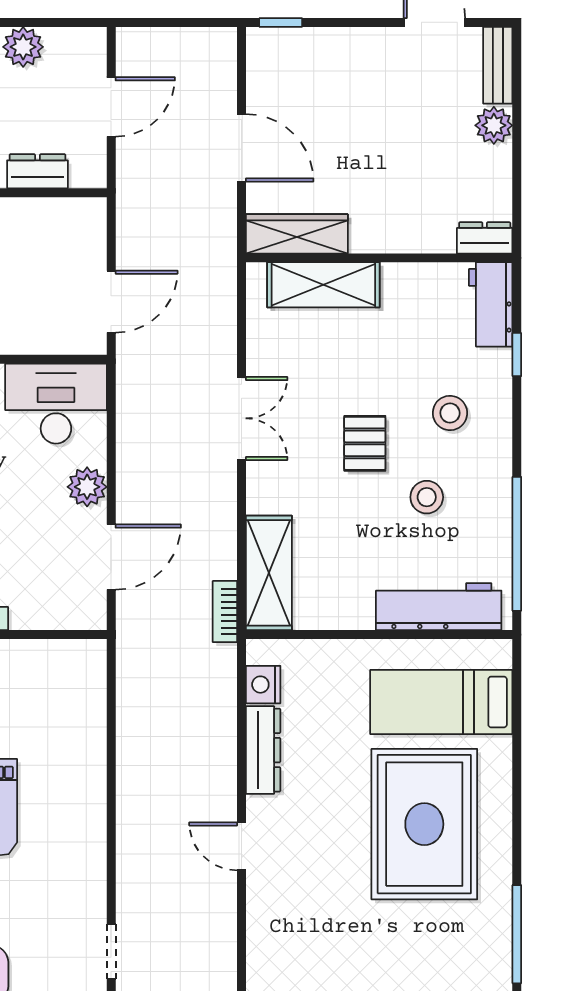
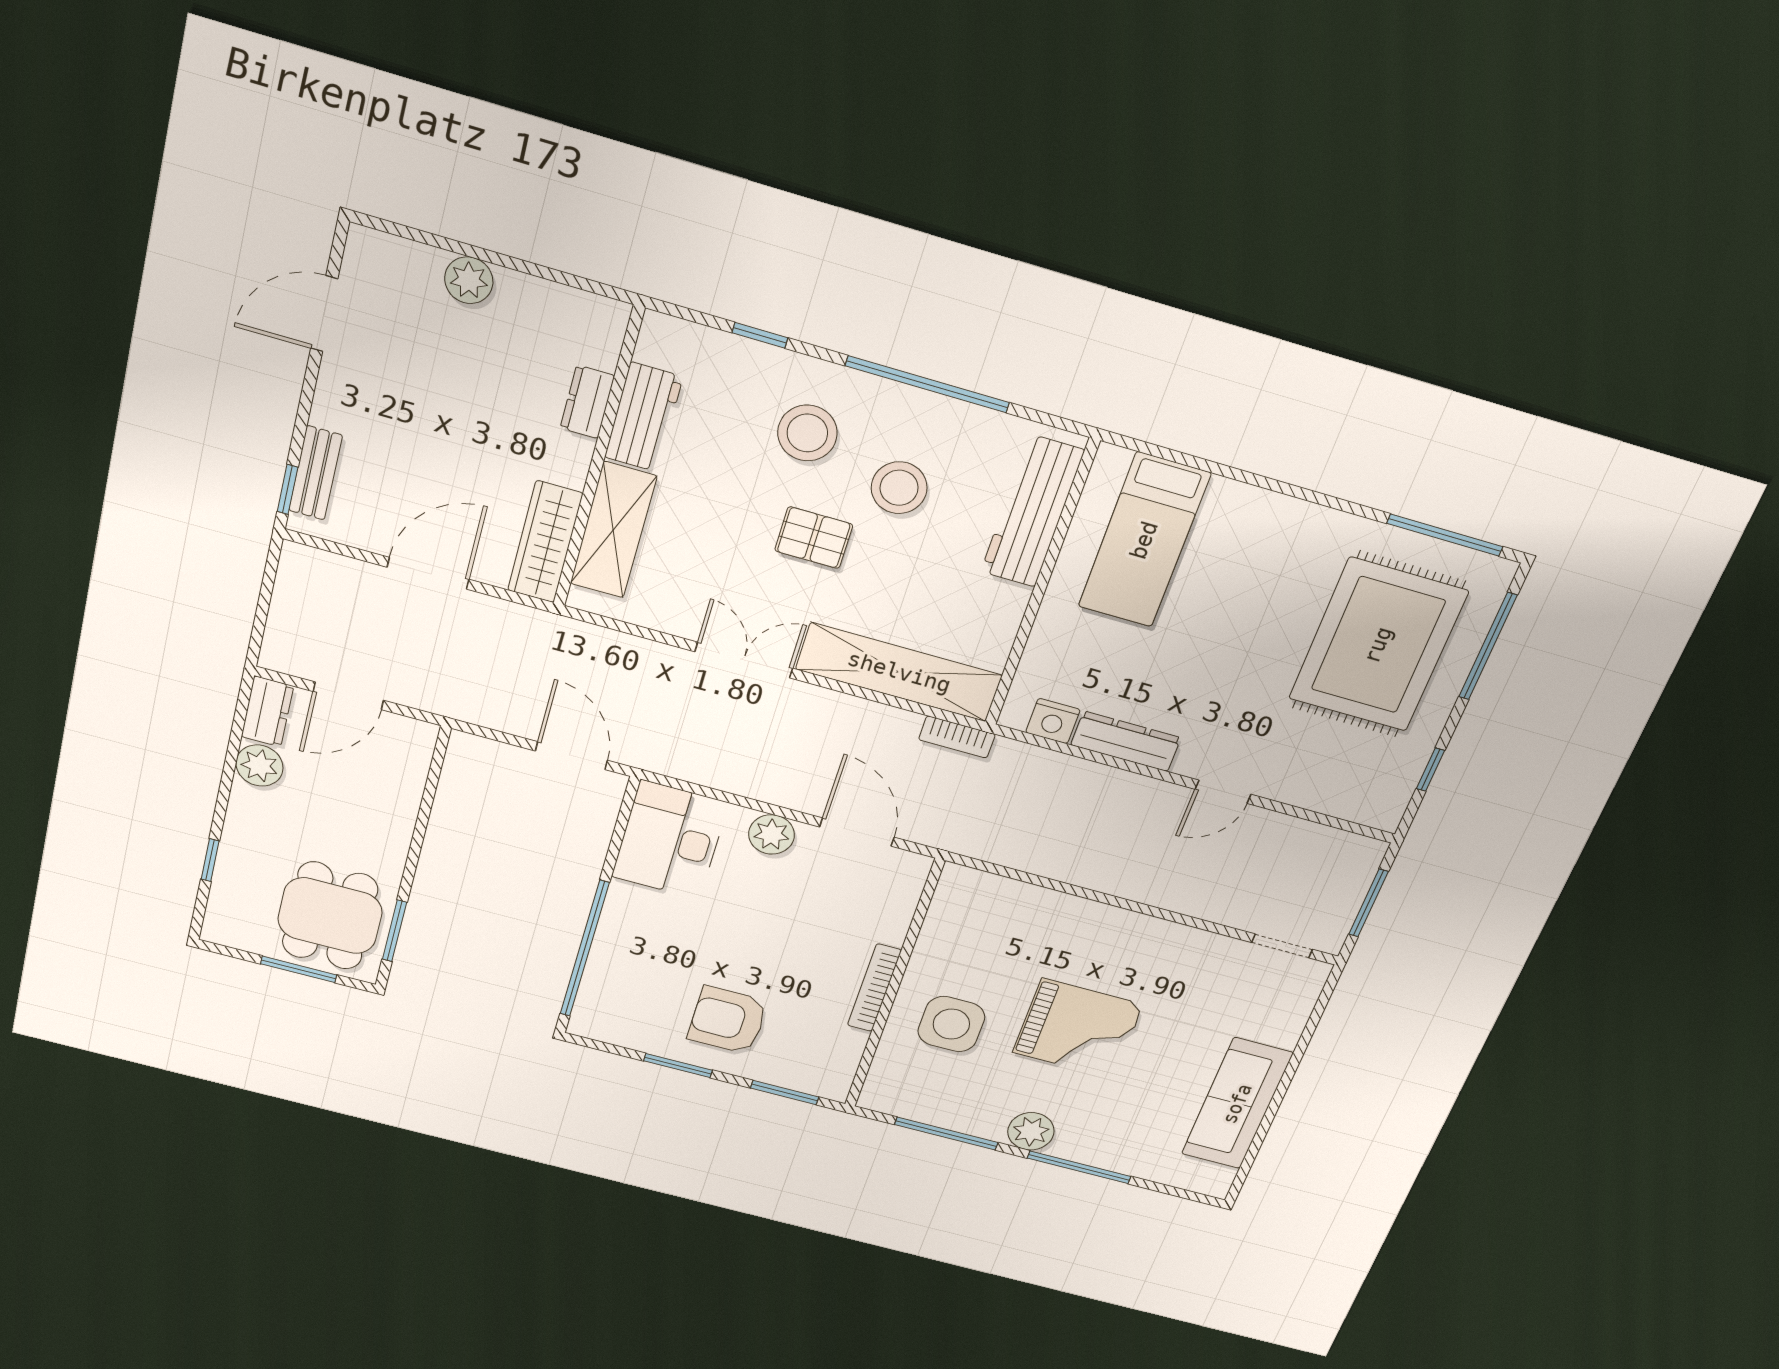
bench: (498, 65) -> (315, 473), moved, turned 90
door: (111, 107) -> (348, 696), swing flipped
dresser: (37, 171) -> (267, 711), moved, turned 180
dresser: (485, 238) -> (587, 402), moved
workbench: (491, 304) -> (644, 417), moved, turned -90
stool: (450, 413) -> (807, 433), width x1.38, depth x1.38
stool: (427, 497) -> (899, 488), width x1.38, depth x1.38
window: (517, 544) -> (927, 384), moved
shelving: (269, 573) -> (899, 672), width x1.47
rug: (424, 824) -> (1378, 645), moved, turned 90

